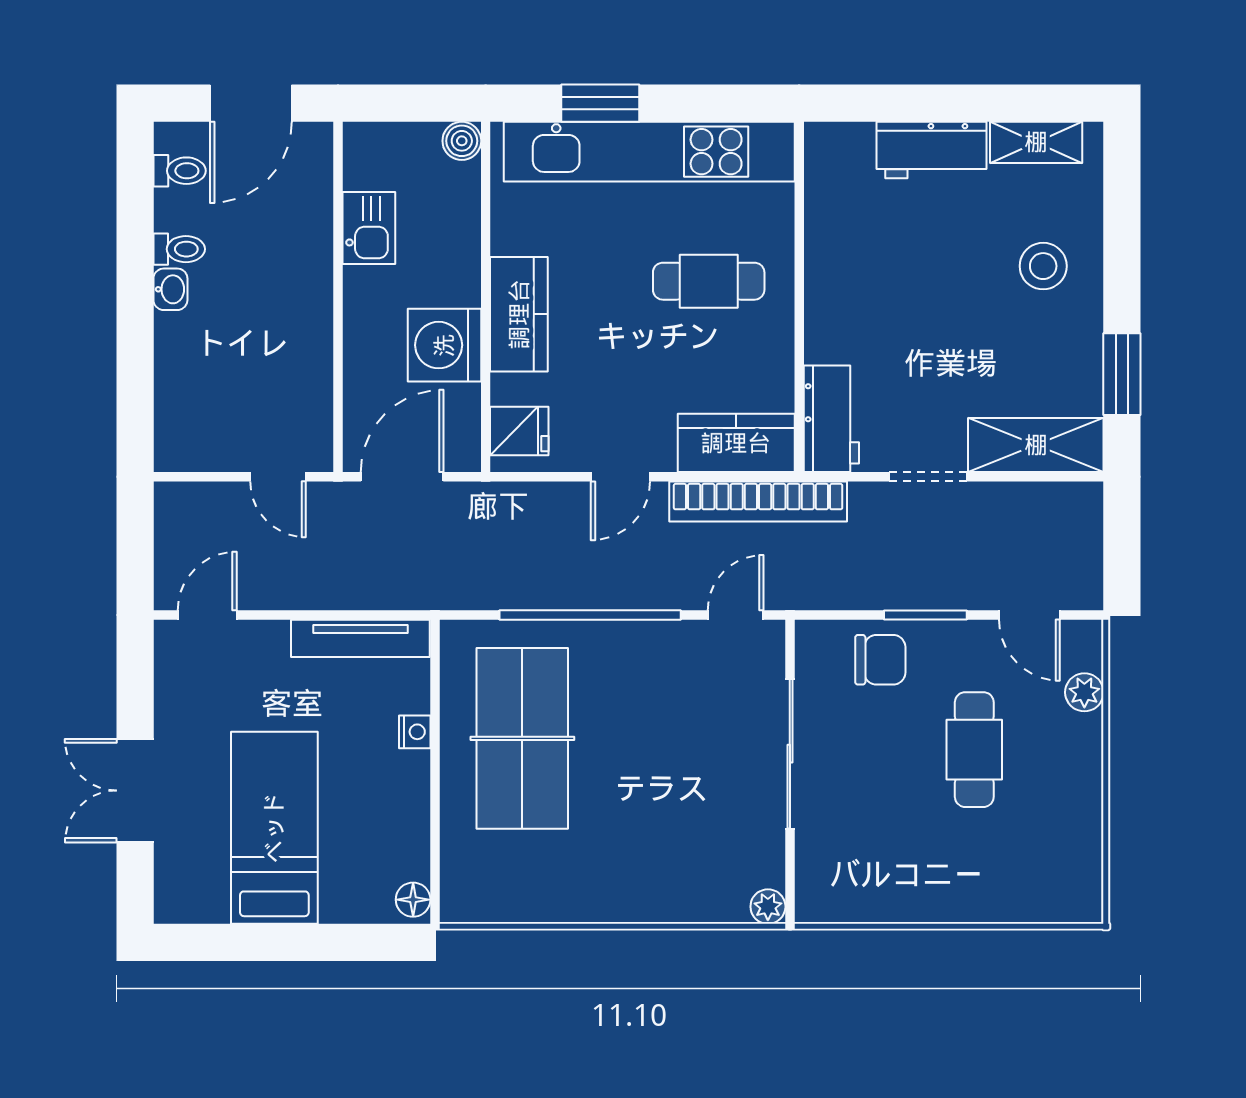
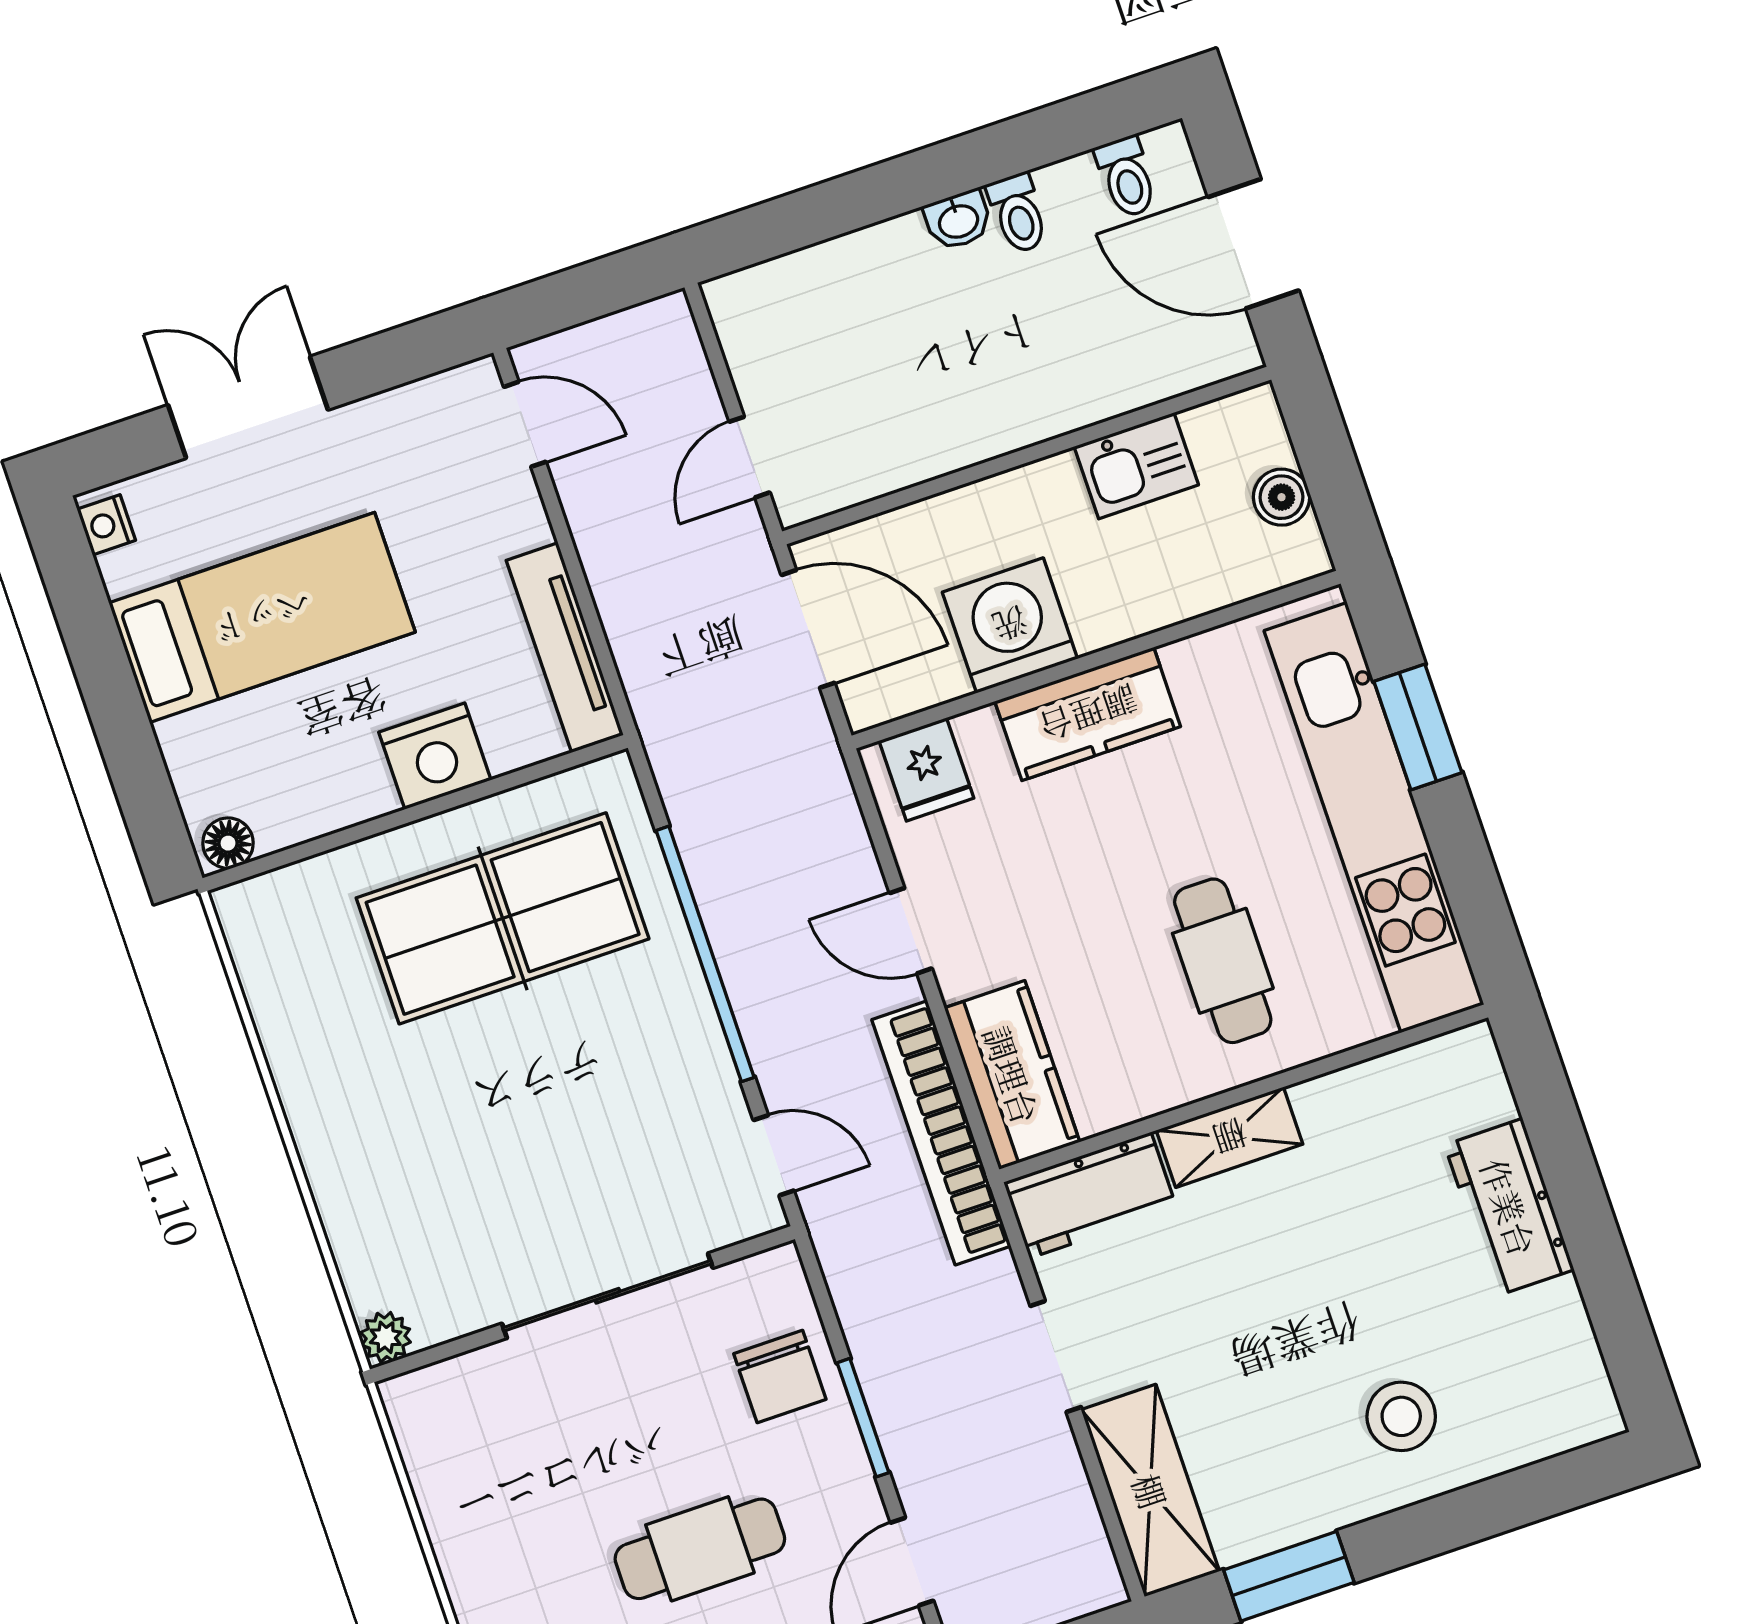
boiler: (462, 141) -> (1282, 497), moved
shelving: (1036, 142) -> (1230, 1137), moved, turned 90
nightstand: (415, 732) -> (435, 756), width x1.89, depth x1.79
nightstand: (180, 908) -> (106, 525), added

